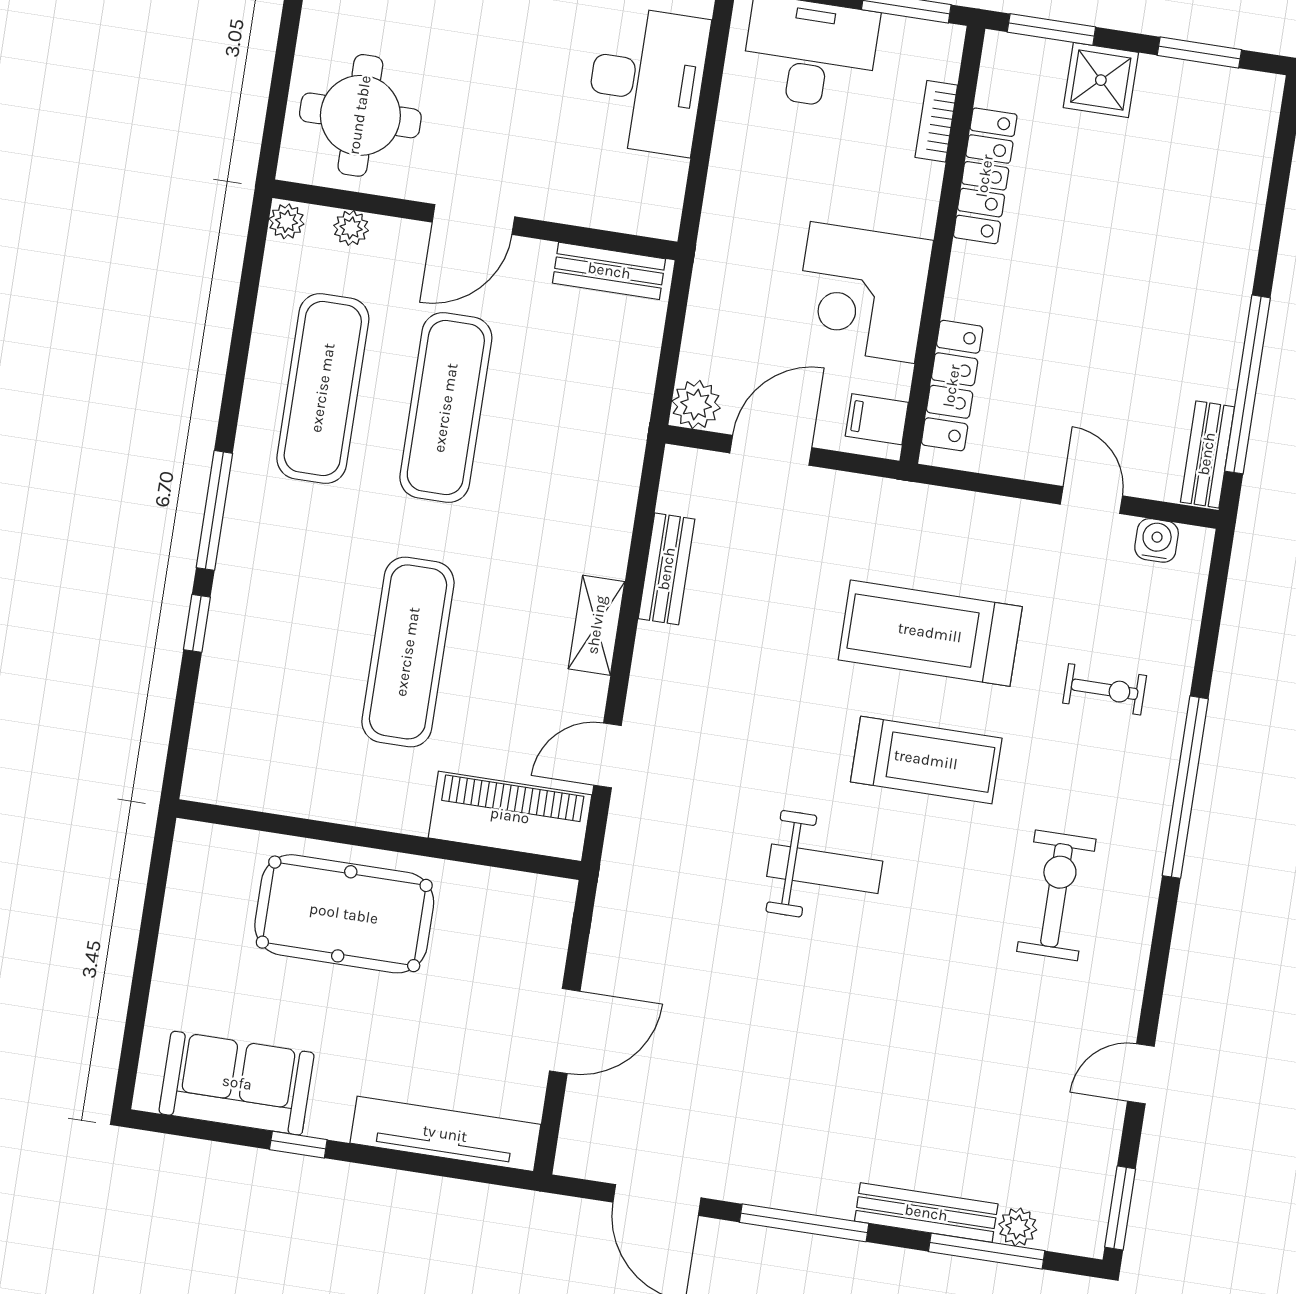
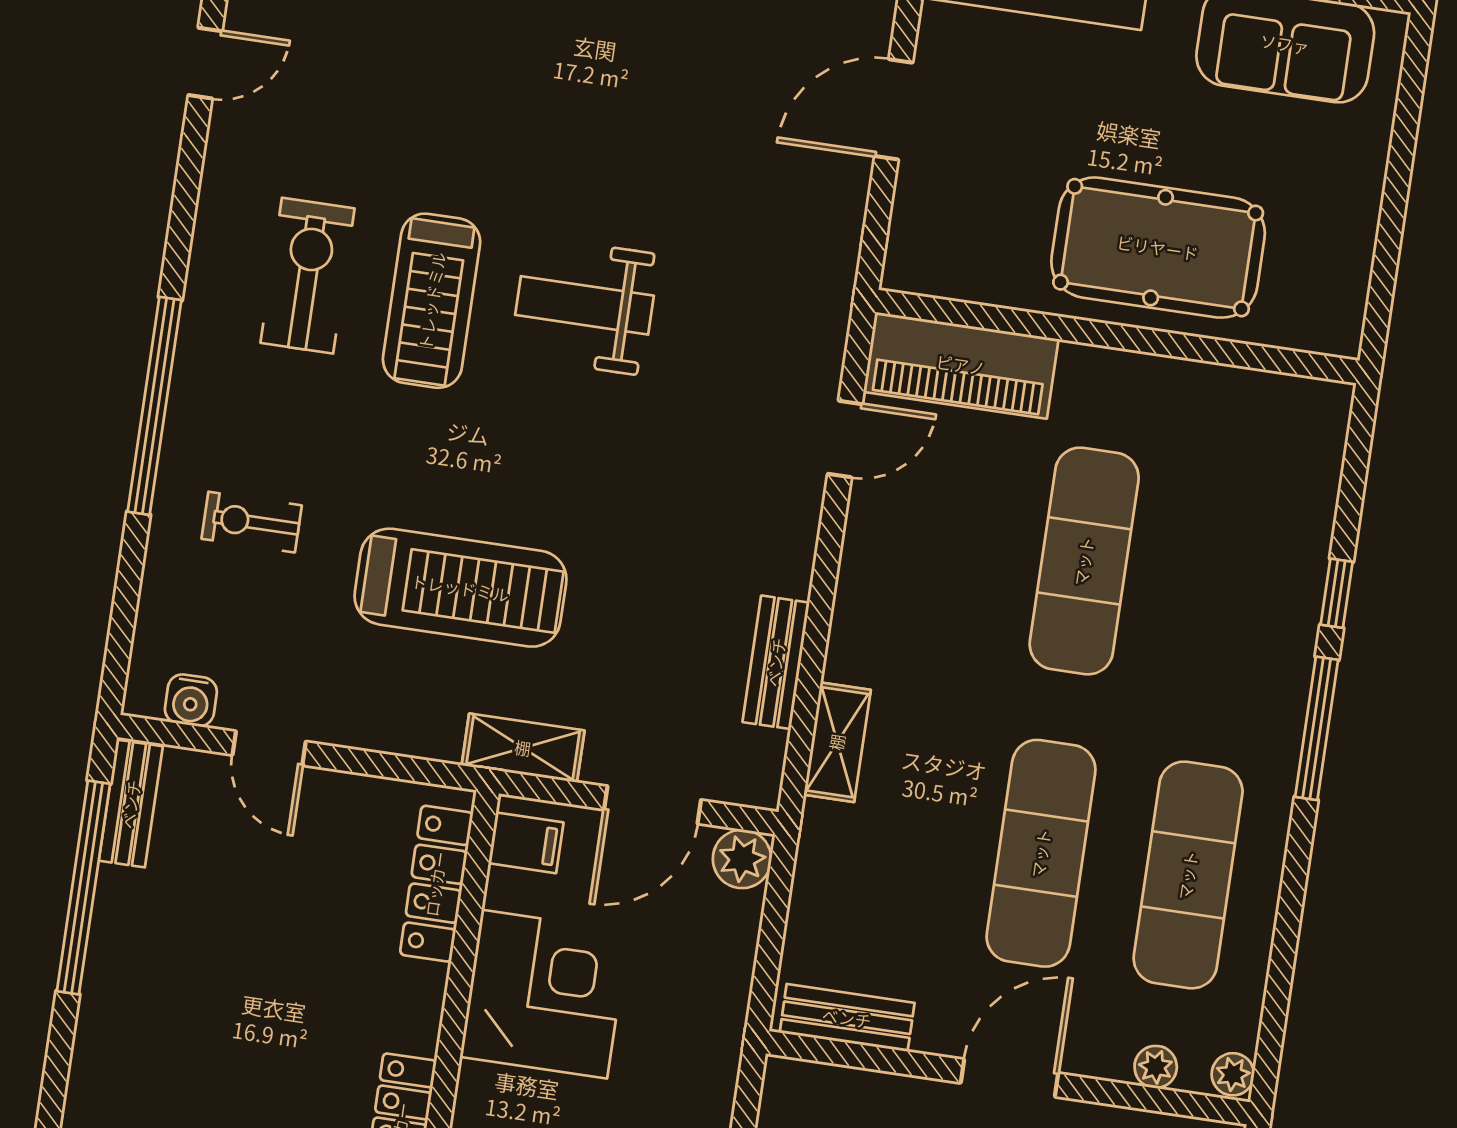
shelving: (879, 499) -> (523, 748), added
shelving: (597, 625) -> (837, 742), moved
treadmill: (926, 760) -> (432, 301), moved, turned -90
exercise bike: (1056, 895) -> (308, 276), turned 180

